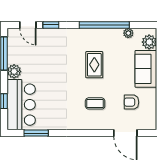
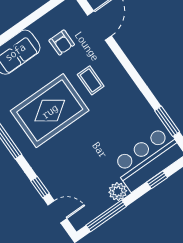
door: (28, 25) -> (57, 212), hinge flipped
rug: (94, 65) -> (50, 111), width x1.86, depth x2.06

